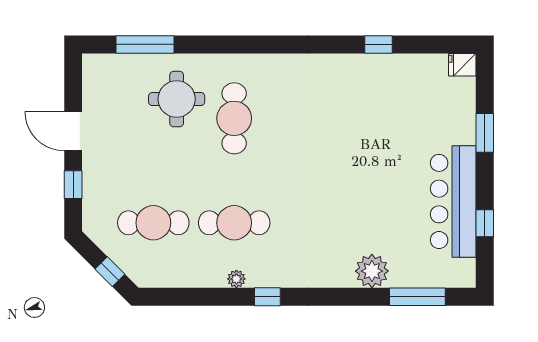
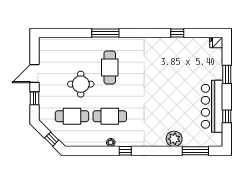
window: (145, 44) -> (105, 33), moved
round table: (177, 99) -> (81, 84), moved
door: (73, 131) -> (35, 73), hinge flipped

